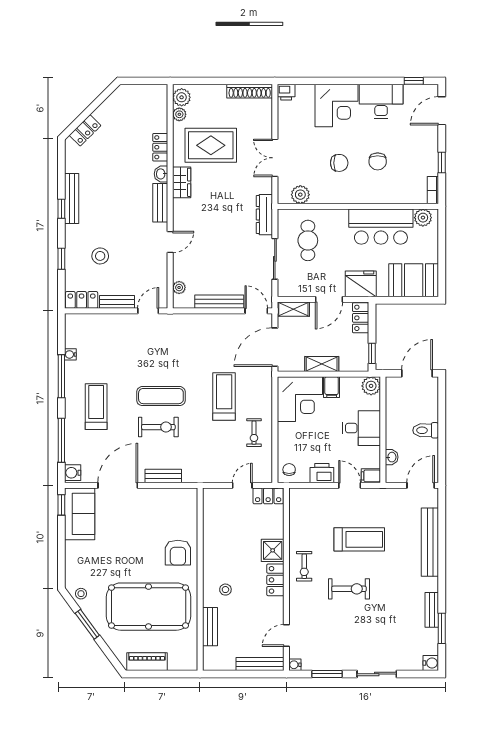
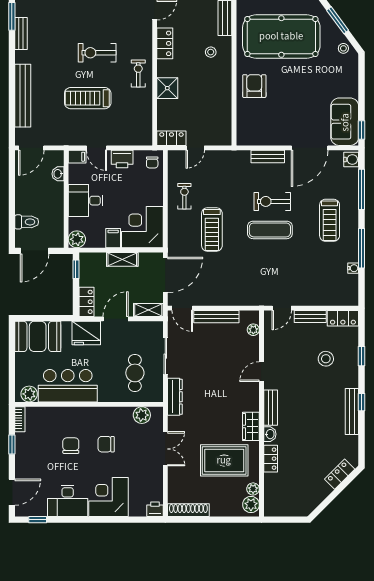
toilet: (426, 430) -> (27, 222), moved
locker: (275, 580) -> (165, 43), moved

